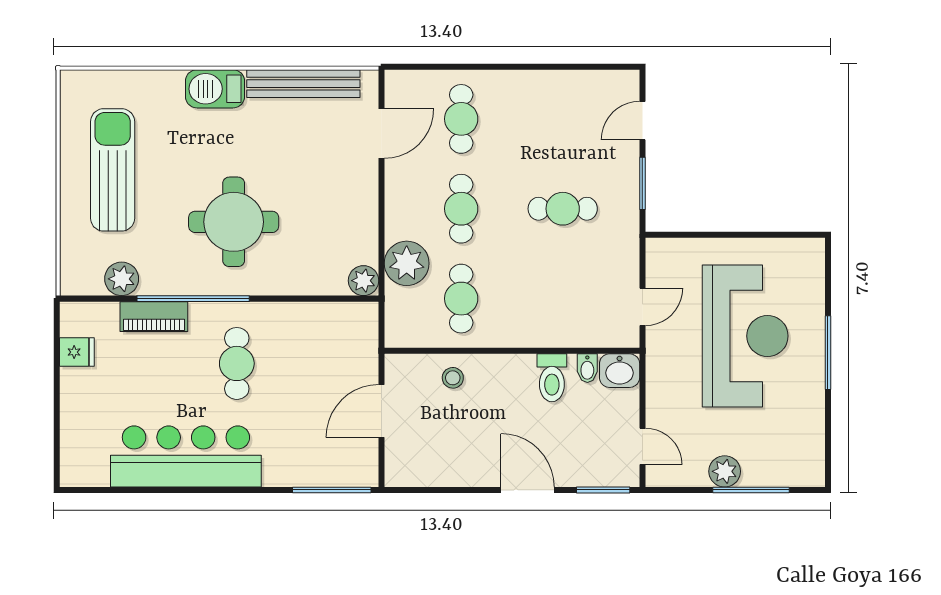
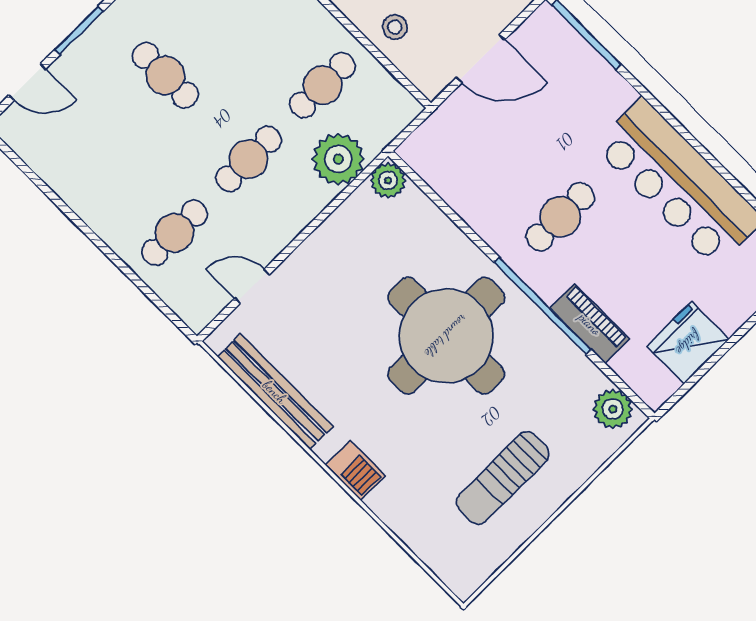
barbecue: (215, 89) -> (355, 470), width x0.73, depth x0.79
door: (381, 134) -> (252, 286), width x0.73
sun lounger: (113, 170) -> (503, 478), width x0.73, depth x0.75
round table: (234, 222) -> (446, 336), width x1.36, depth x1.36
plant: (122, 279) -> (613, 409), moved
fridge: (77, 352) -> (688, 343), width x1.88, depth x1.34

